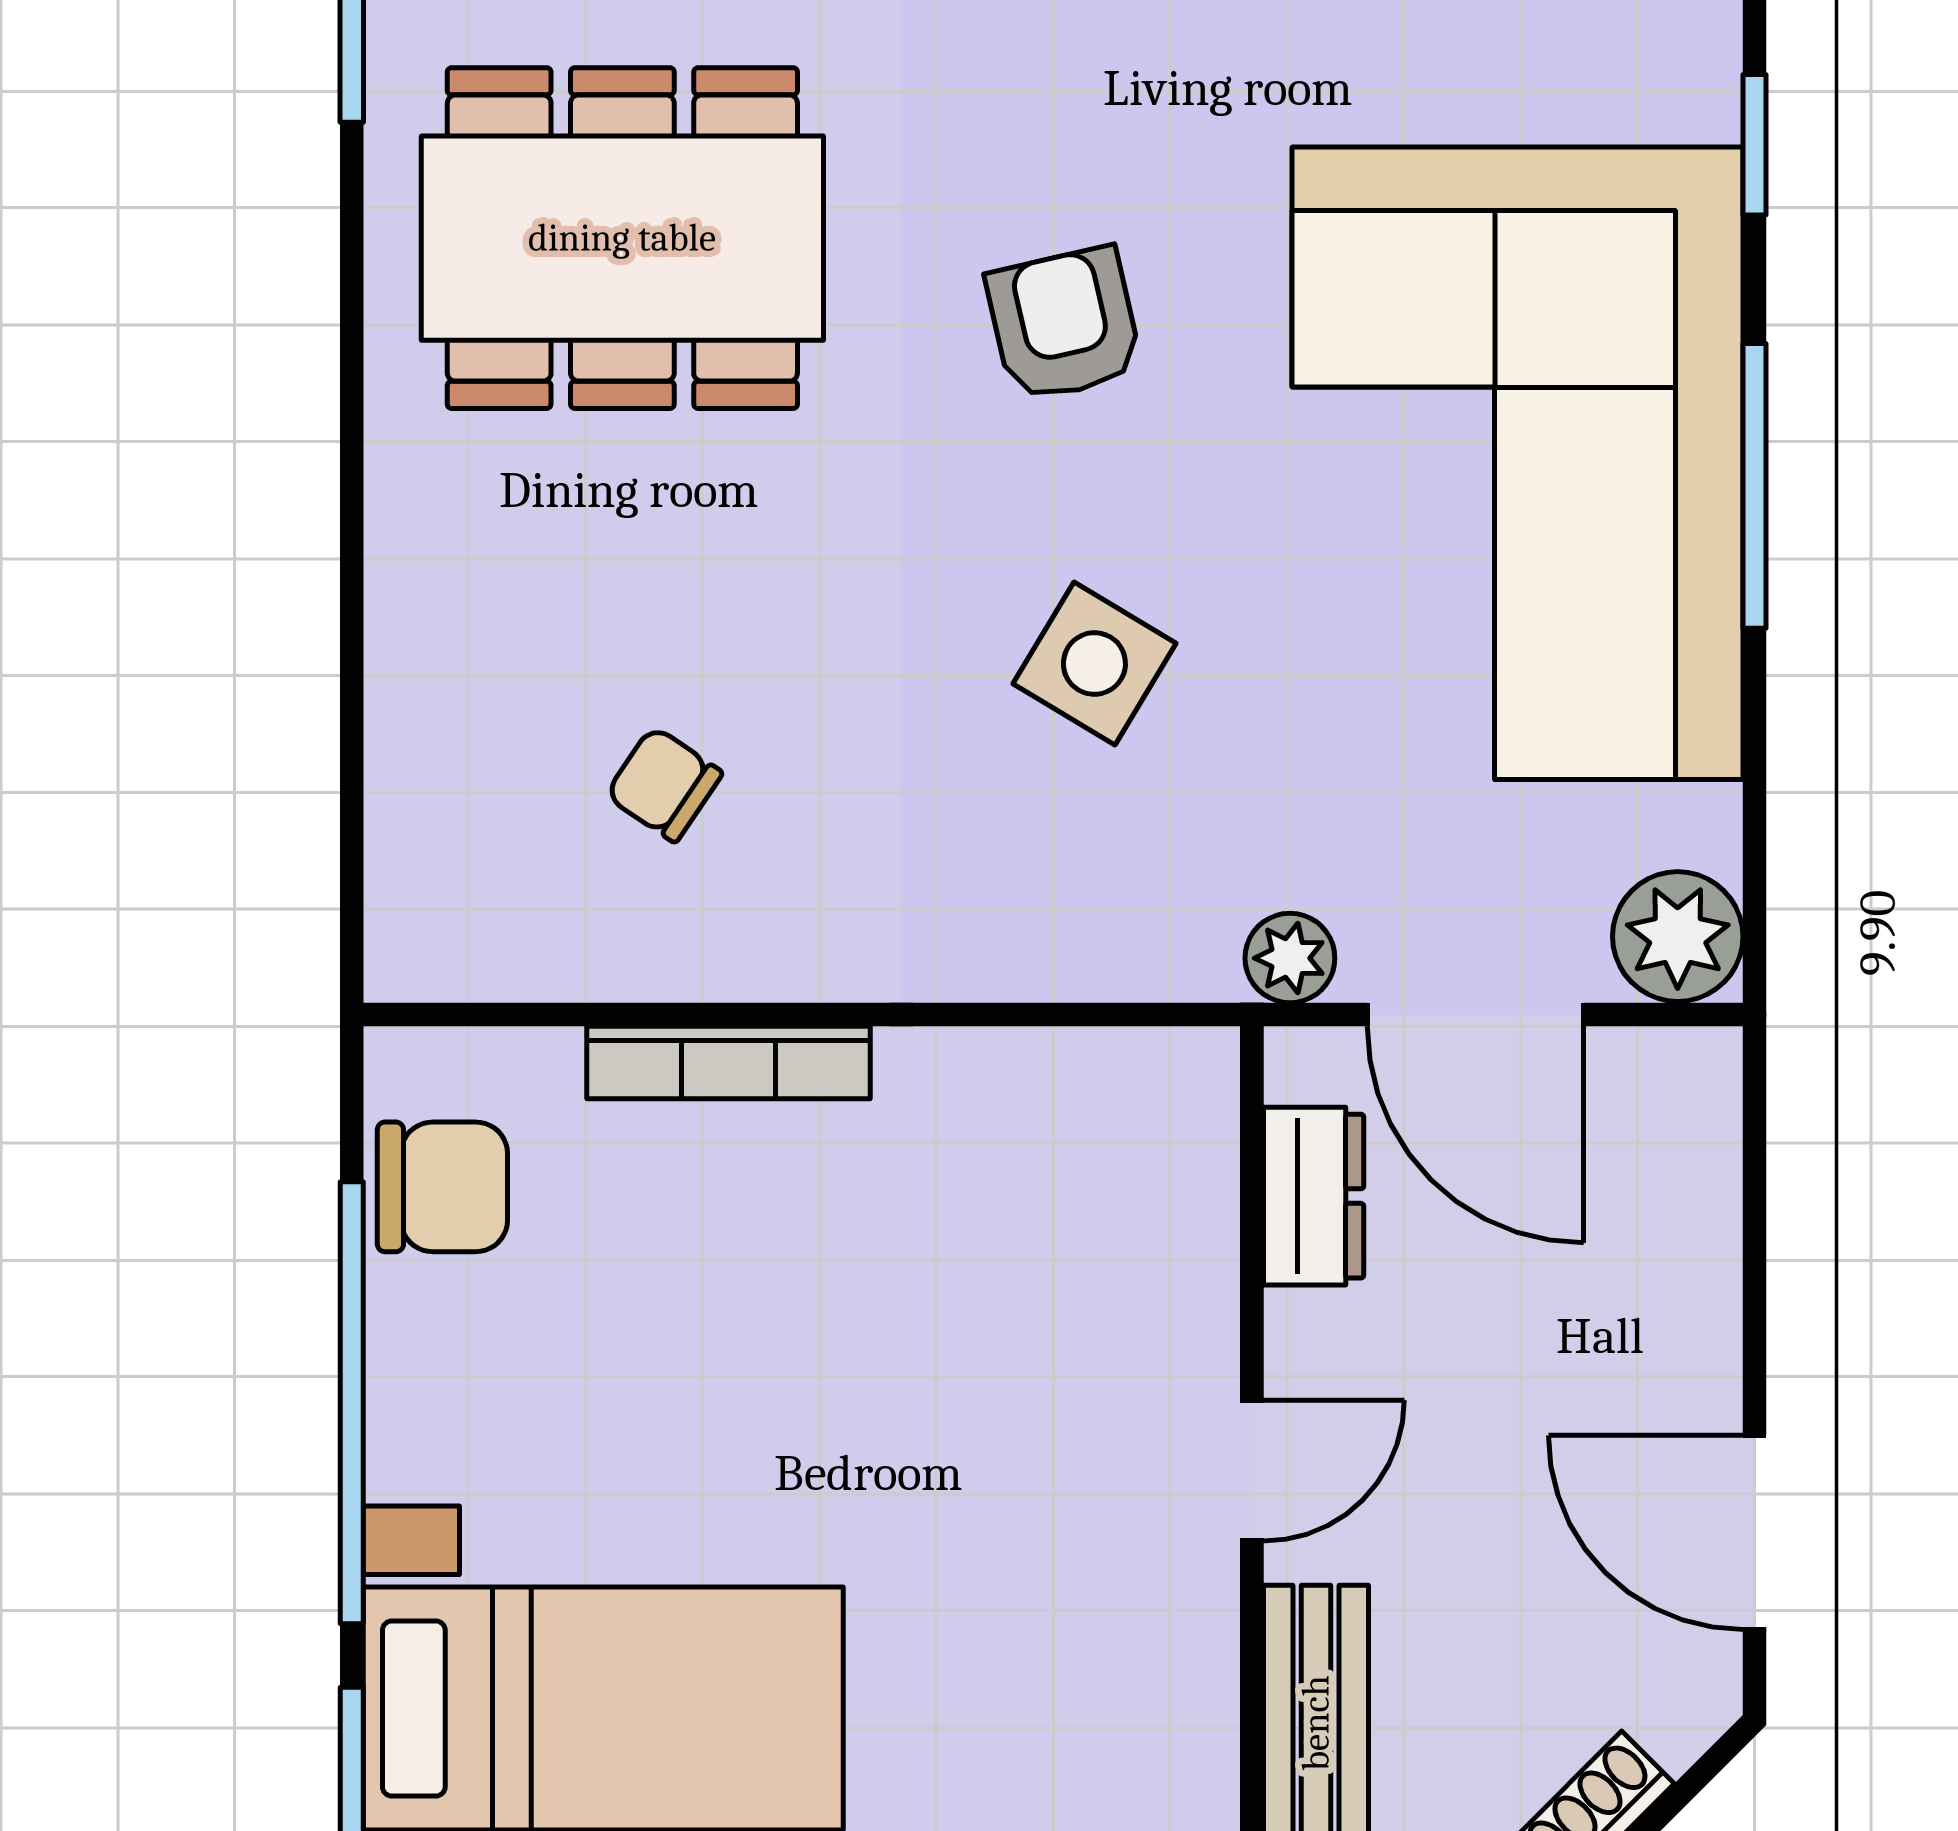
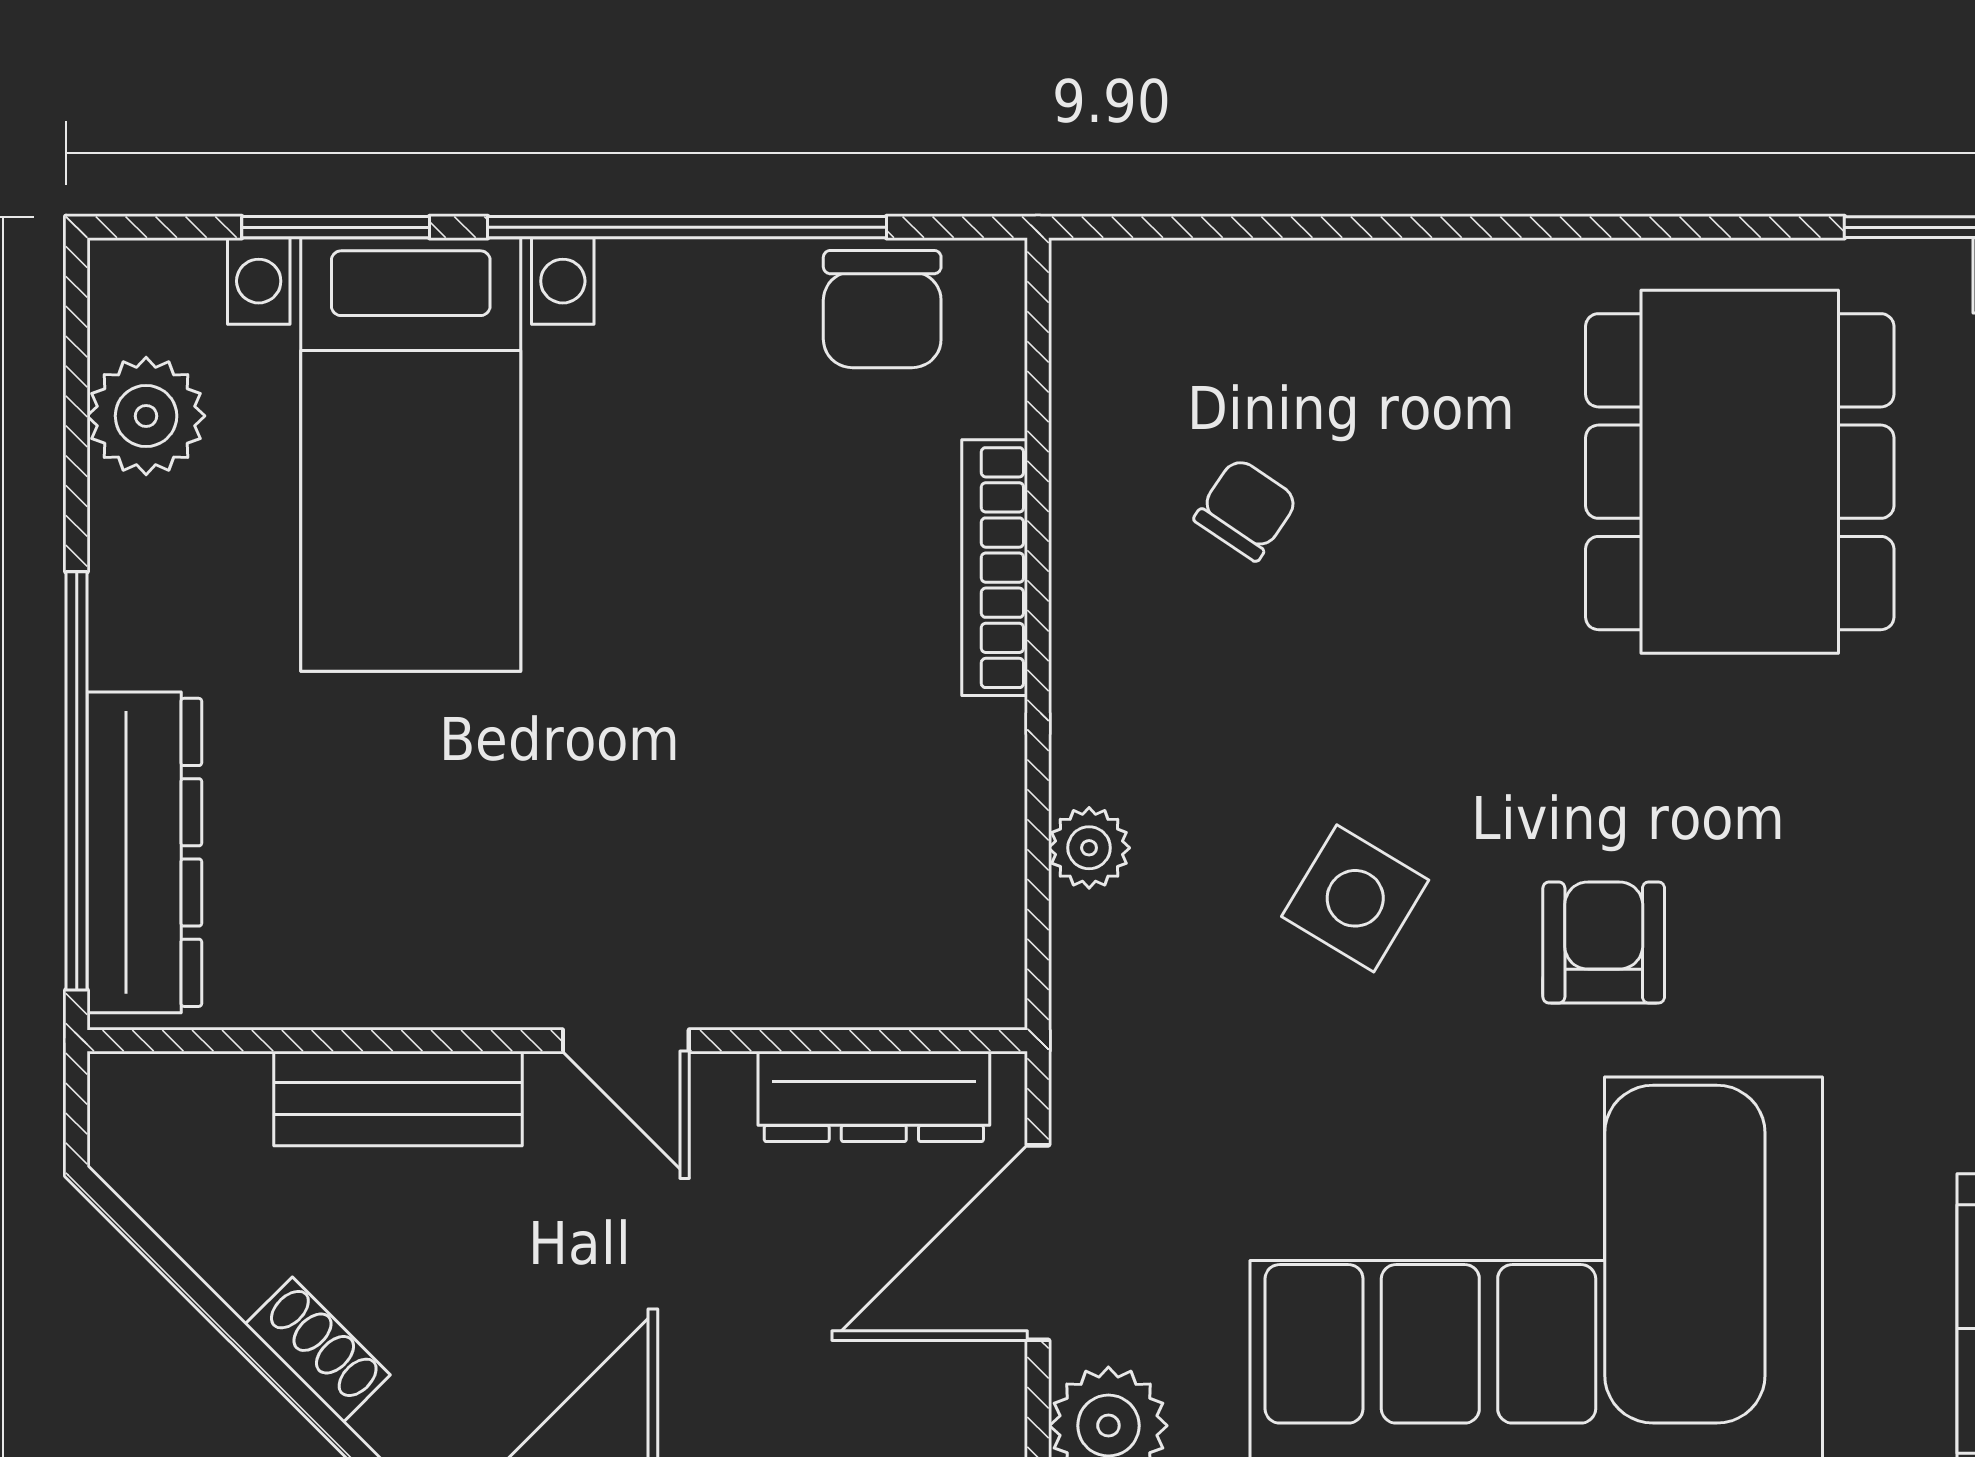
armchair: (1064, 324) -> (1604, 943), moved, turned -77
plant: (1290, 958) -> (1089, 848), moved
dresser: (1314, 1196) -> (874, 1096), width x1.44

